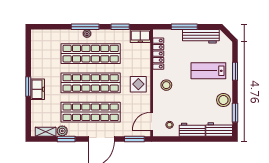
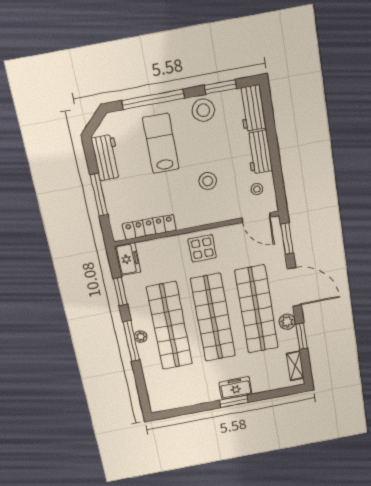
workbench: (201, 36) -> (107, 158), width x0.73
lab bench: (208, 71) -> (161, 143), turned 180
window: (235, 71) -> (153, 99), width x2.11
stool: (166, 85) -> (208, 181), moved
plant: (62, 131) -> (287, 322), moved

